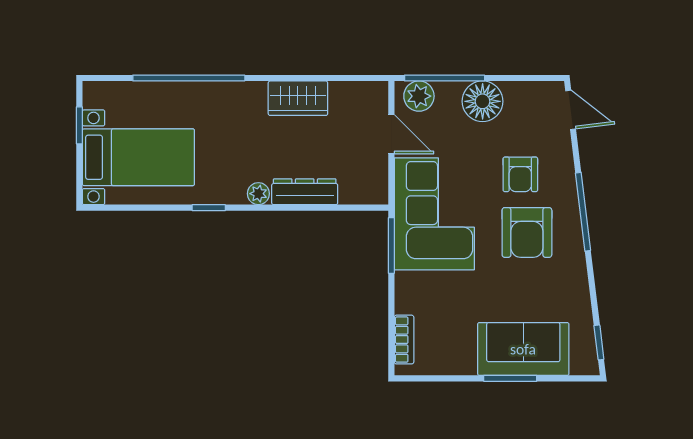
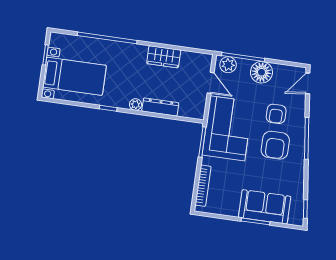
door: (571, 110) -> (308, 83), swing flipped
bookcase: (404, 340) -> (203, 186), width x1.56

